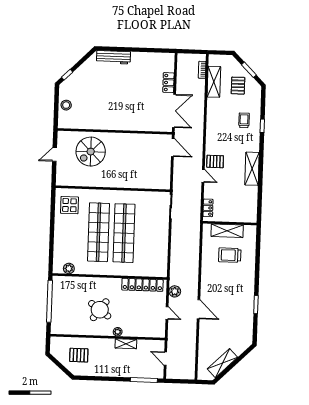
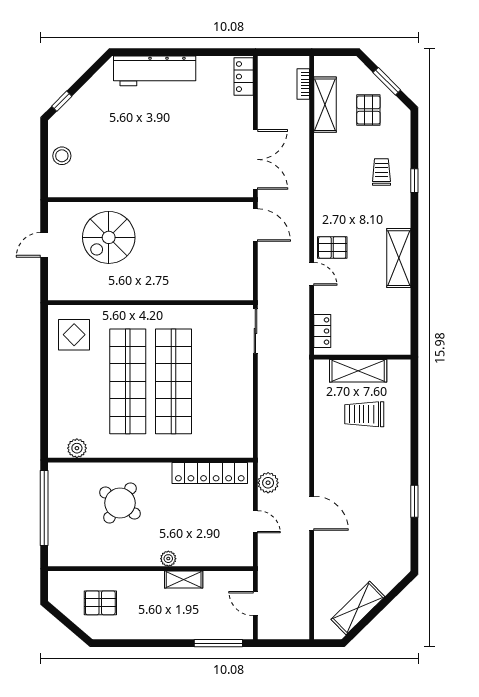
workbench: (114, 57) -> (155, 71), width x1.36, depth x1.32
locker: (168, 83) -> (244, 77), moved
round table: (100, 310) -> (120, 503), moved

